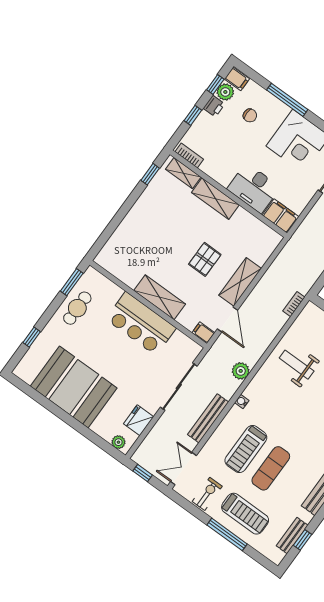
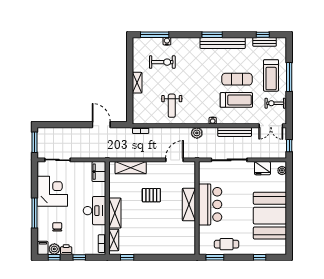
desk: (254, 188) -> (94, 211), moved
shelving: (240, 282) -> (131, 168), moved
filing cabinet: (203, 333) -> (191, 168), removed
treadmill: (245, 514) -> (271, 75), turned 180

